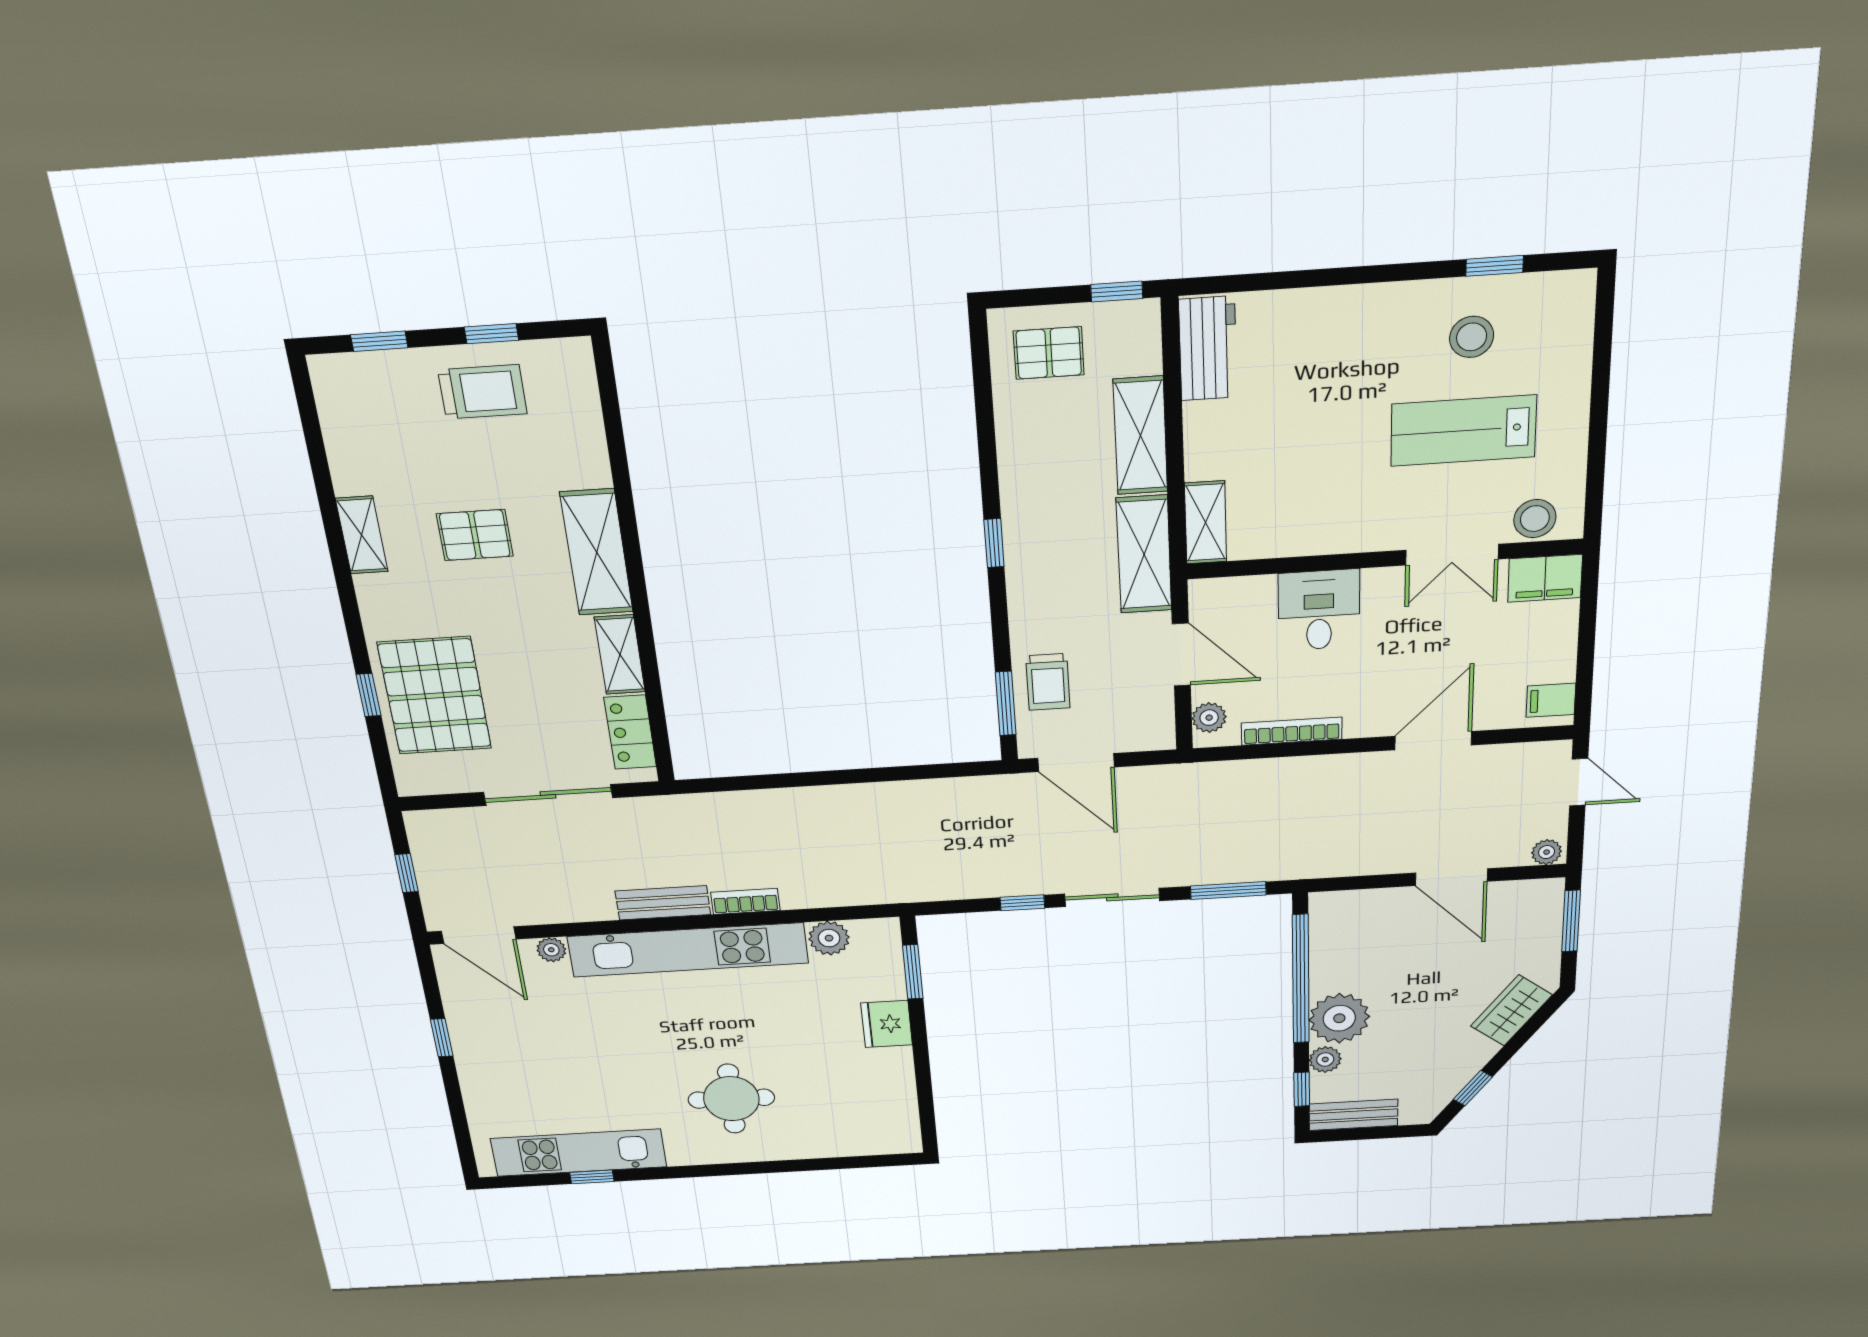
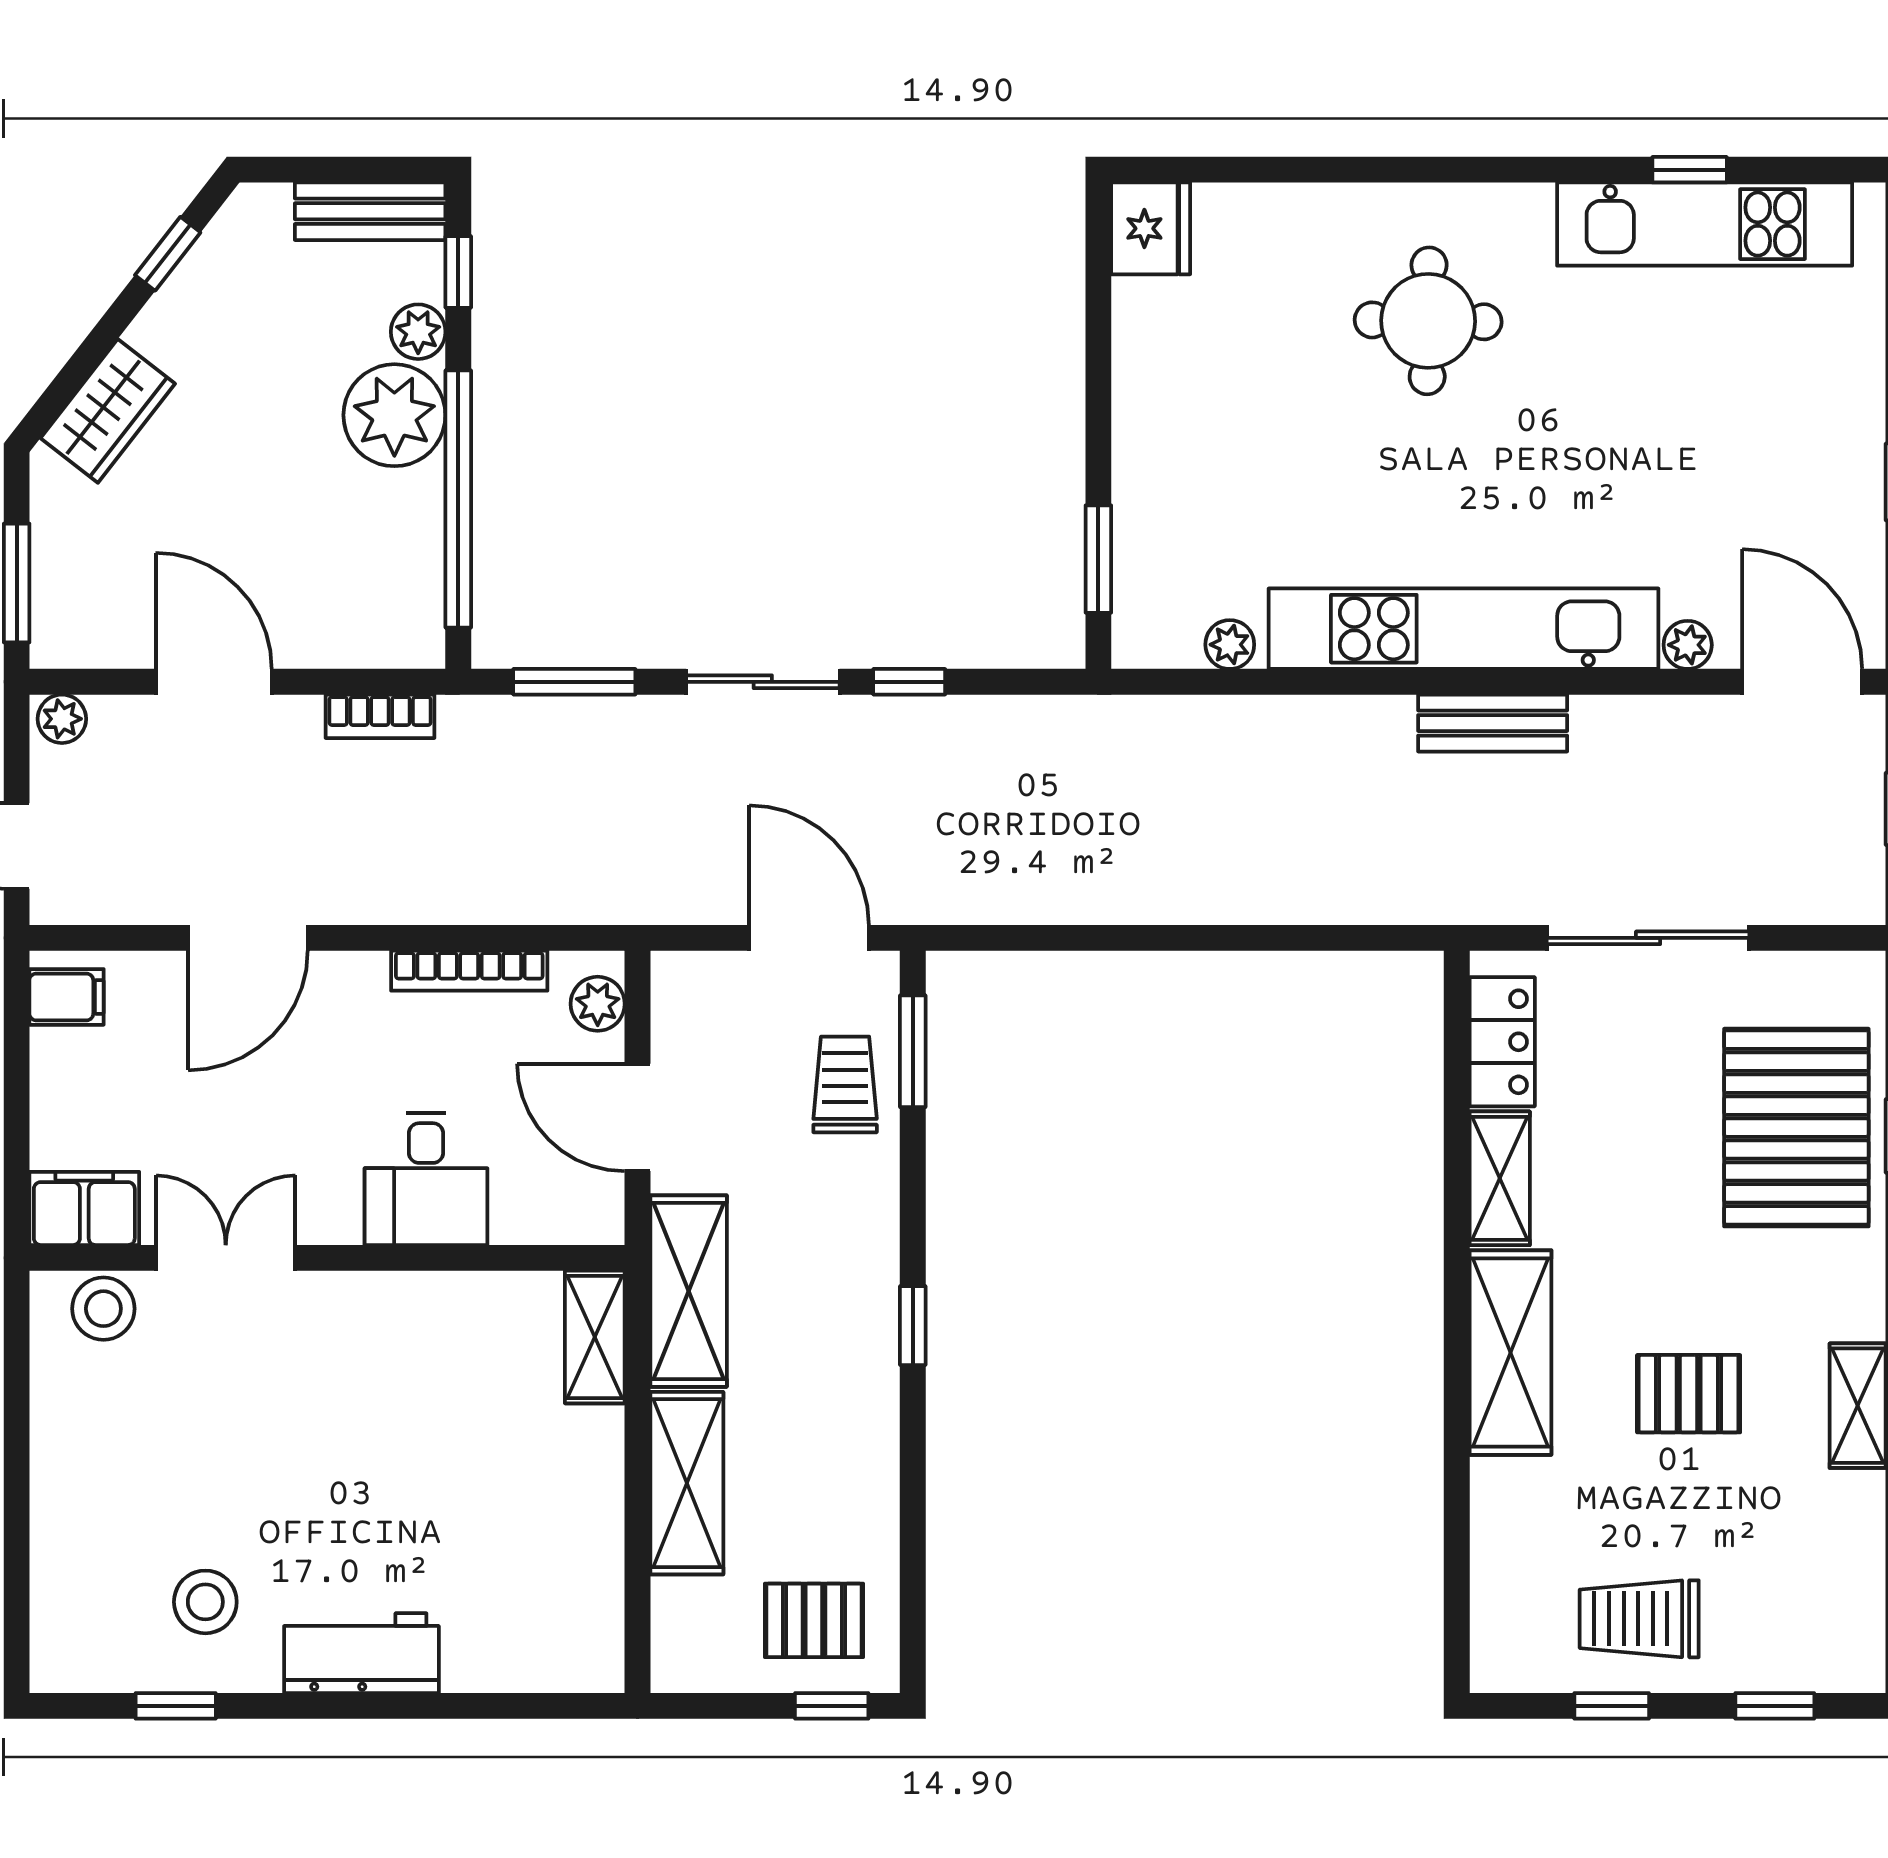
window: (1117, 291) -> (832, 1706), moved
workbench: (1208, 348) -> (361, 1653), moved, turned 90
lab bench: (1464, 431) -> (213, 1458), removed
bookcase: (745, 901) -> (380, 716), moved
plant: (829, 938) -> (1230, 645), width x0.73, depth x0.73
fridge: (887, 1024) -> (1151, 228), moved

